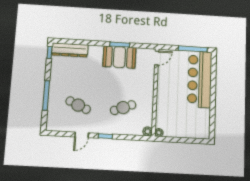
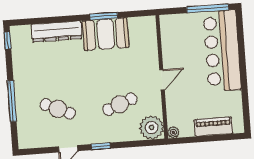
dresser: (70, 50) -> (57, 32), moved
door: (157, 58) -> (162, 80), moved
plant: (148, 131) -> (152, 128), width x1.87, depth x1.87
piano: (188, 132) -> (213, 127), added

